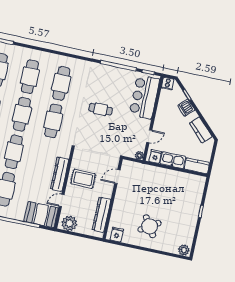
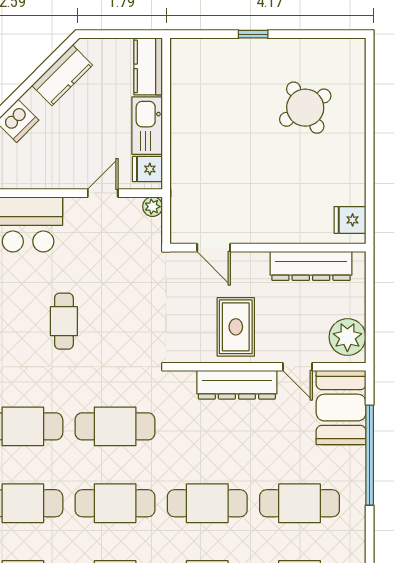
door: (149, 136) -> (103, 193), hinge flipped
round table: (150, 226) -> (305, 108), moved
plant: (184, 250) -> (353, 55), removed

